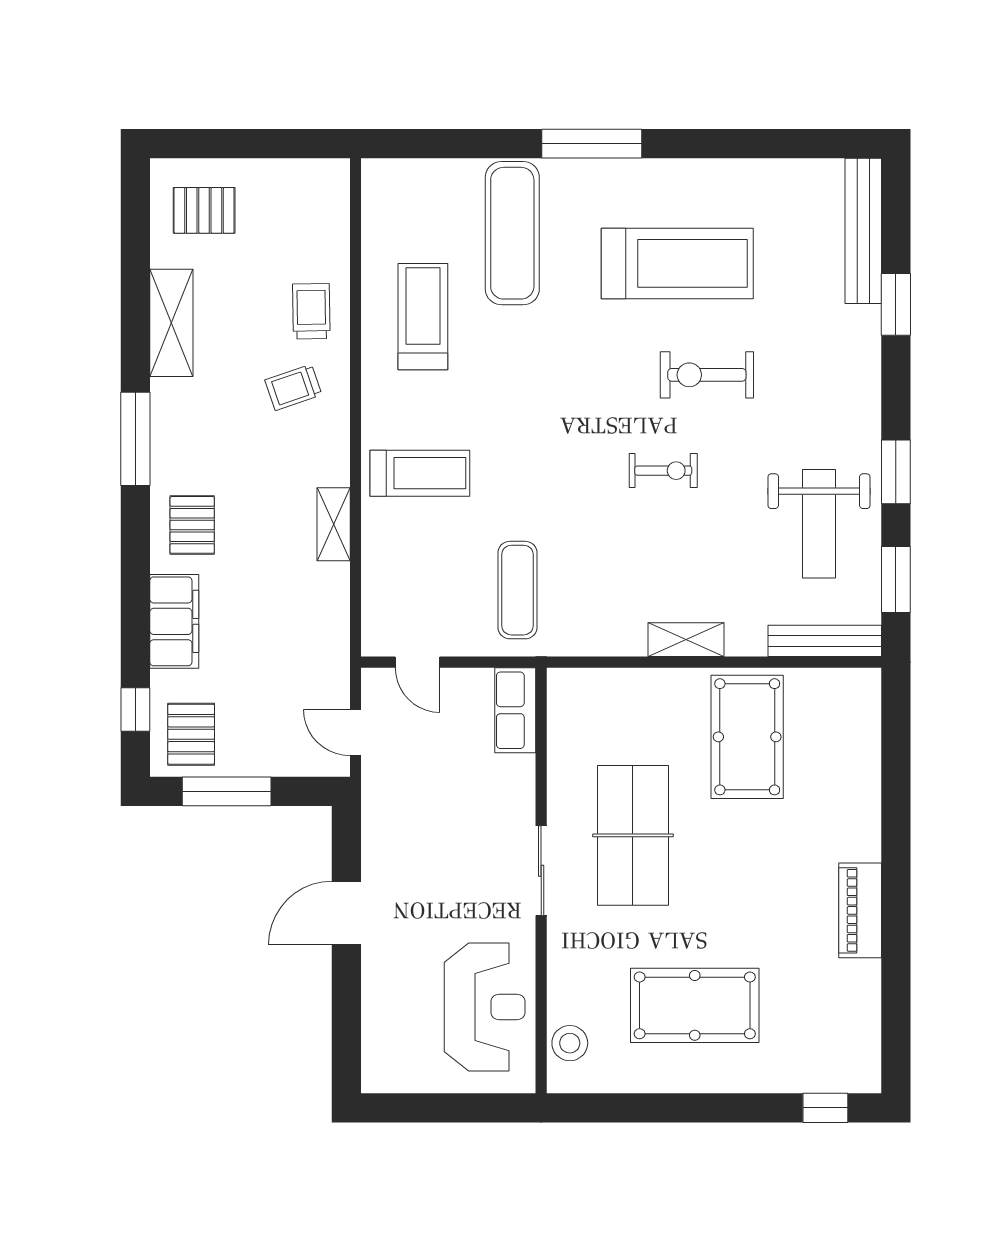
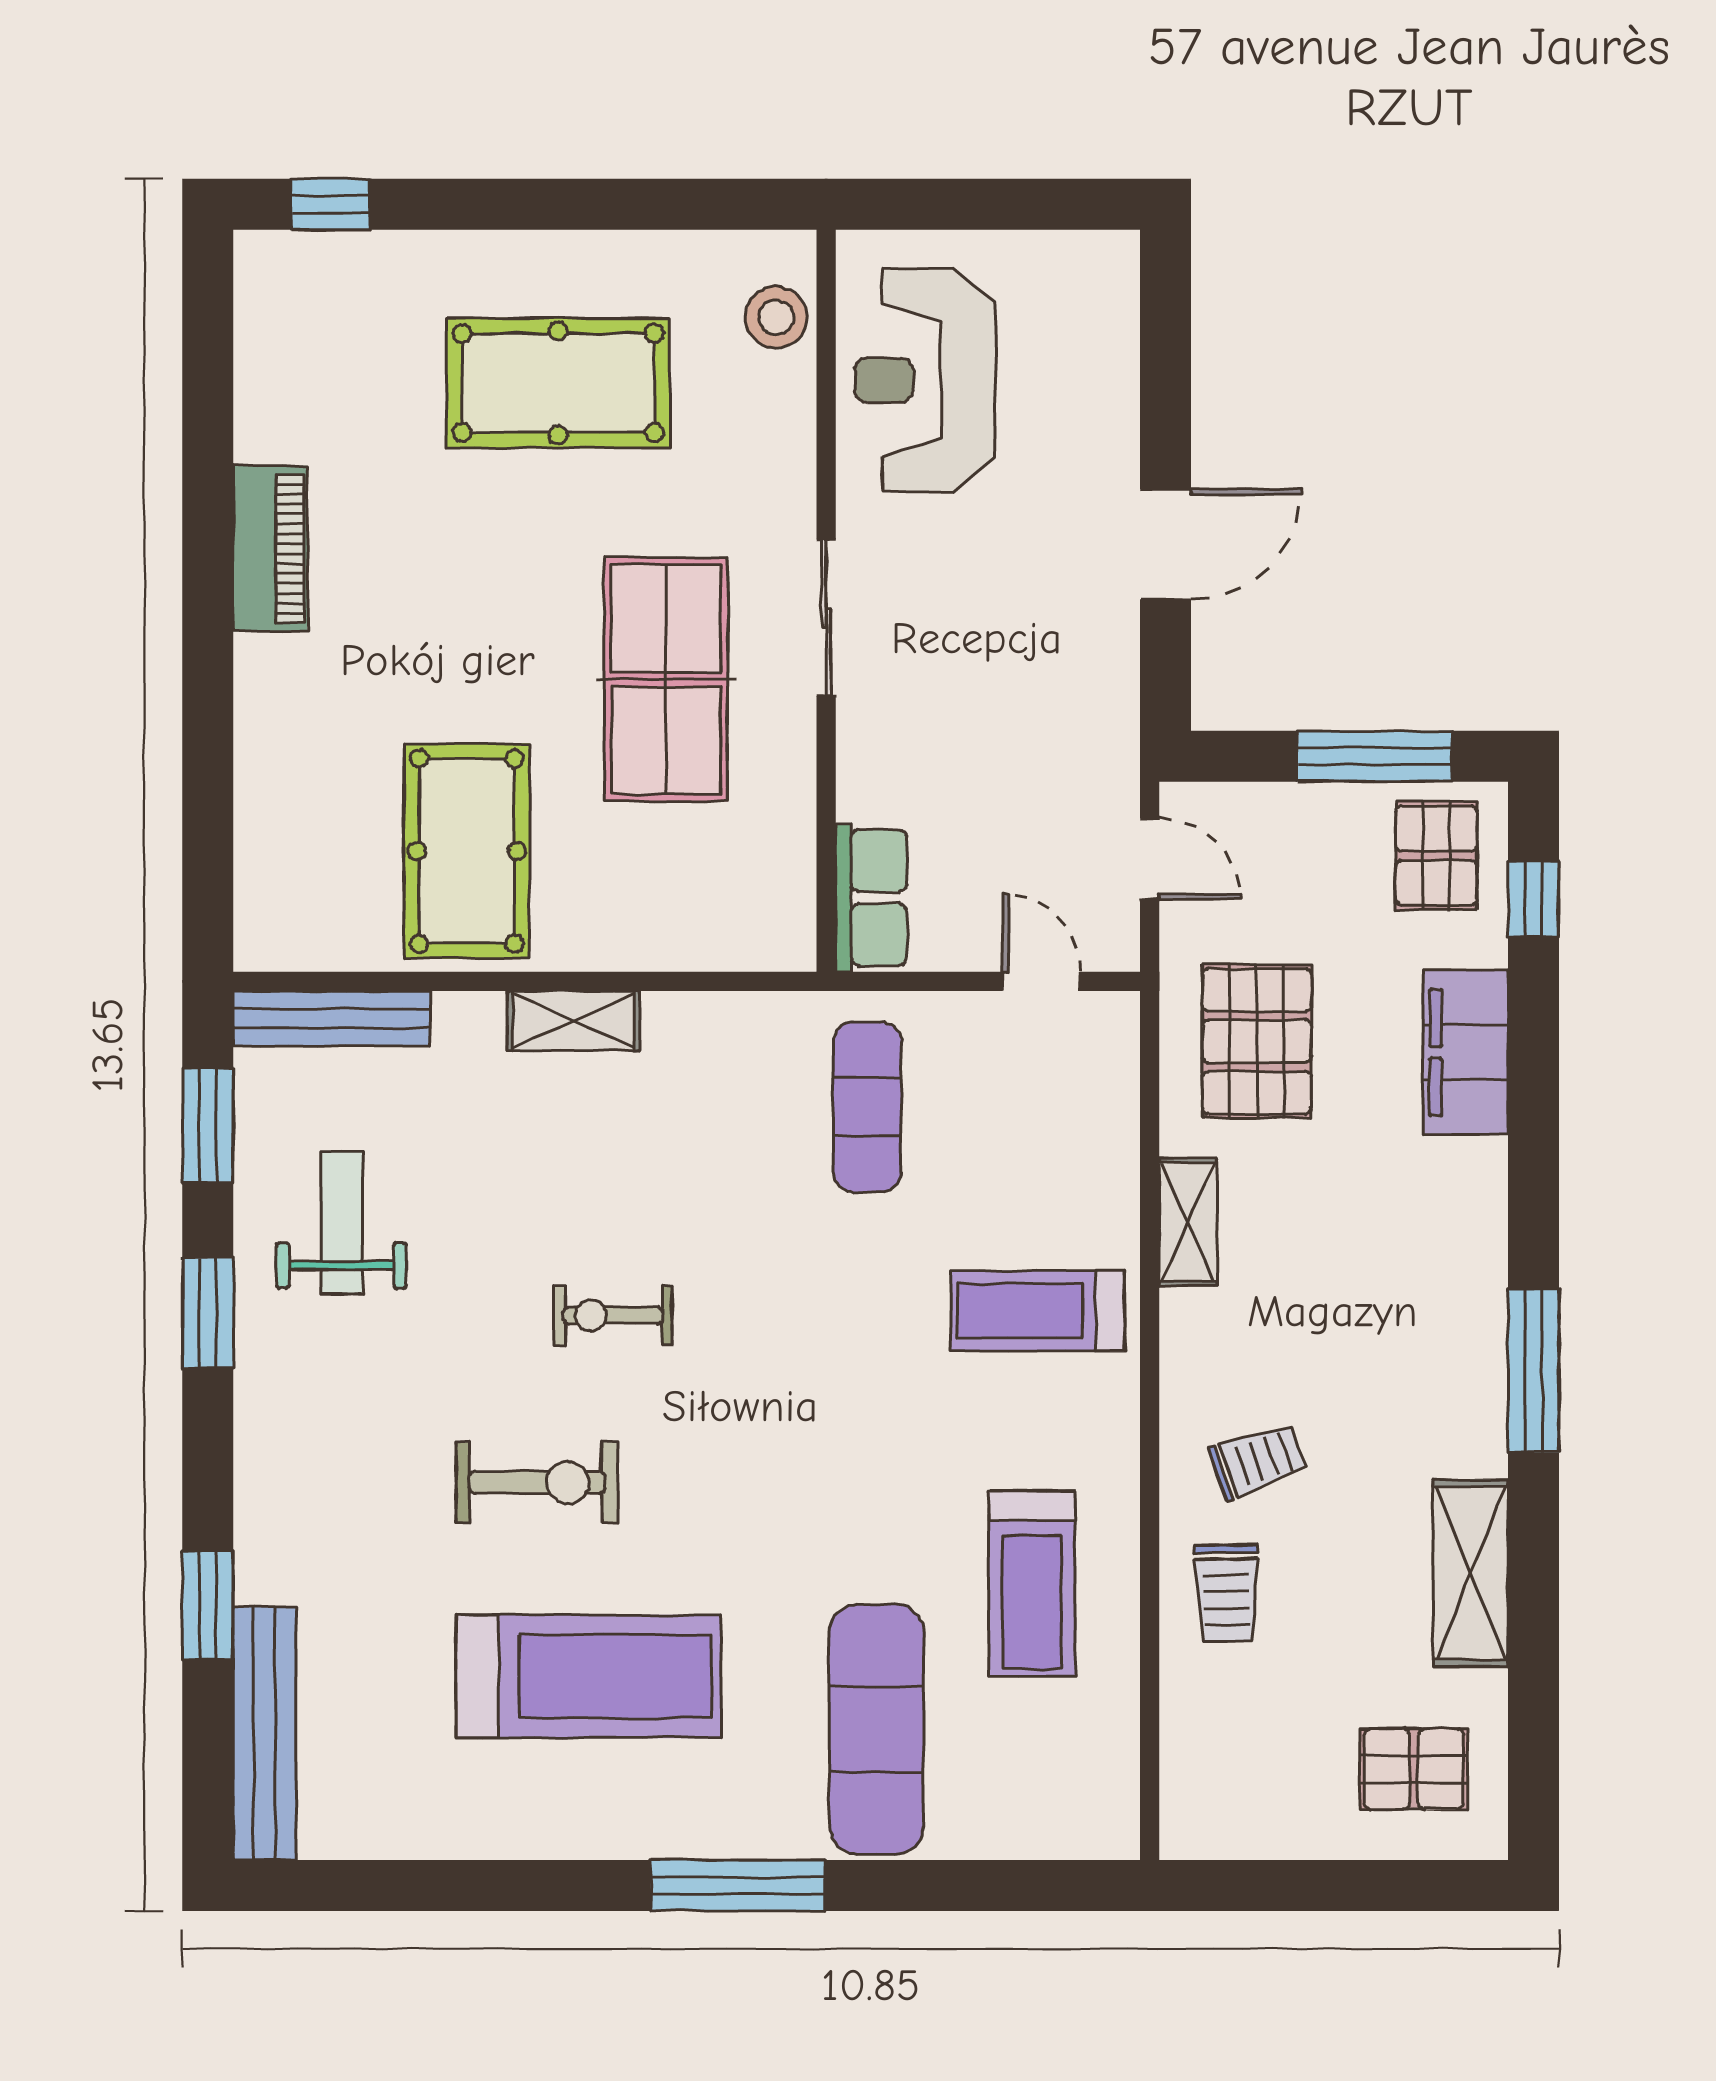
treadmill: (677, 263) -> (589, 1676), turned 180
weight bench: (819, 524) -> (342, 1223), width x0.73, depth x0.75
pallet: (192, 525) -> (1257, 1041), moved, width x1.50, depth x1.42

